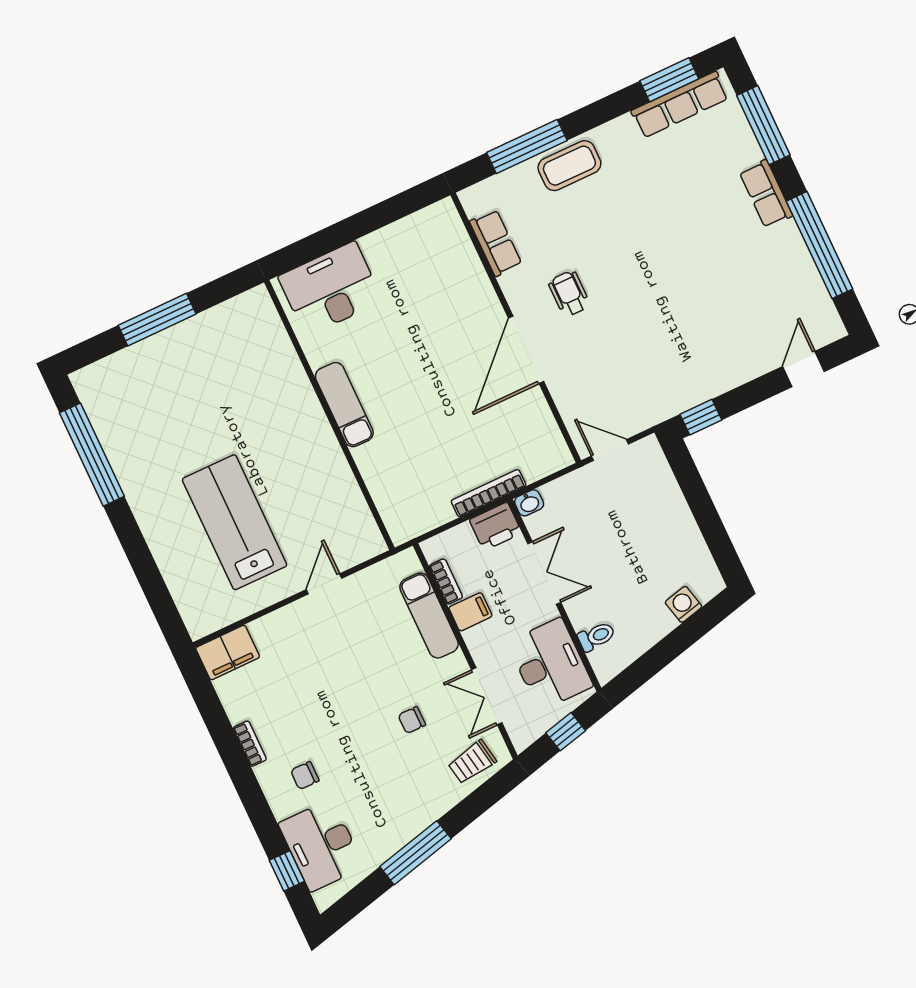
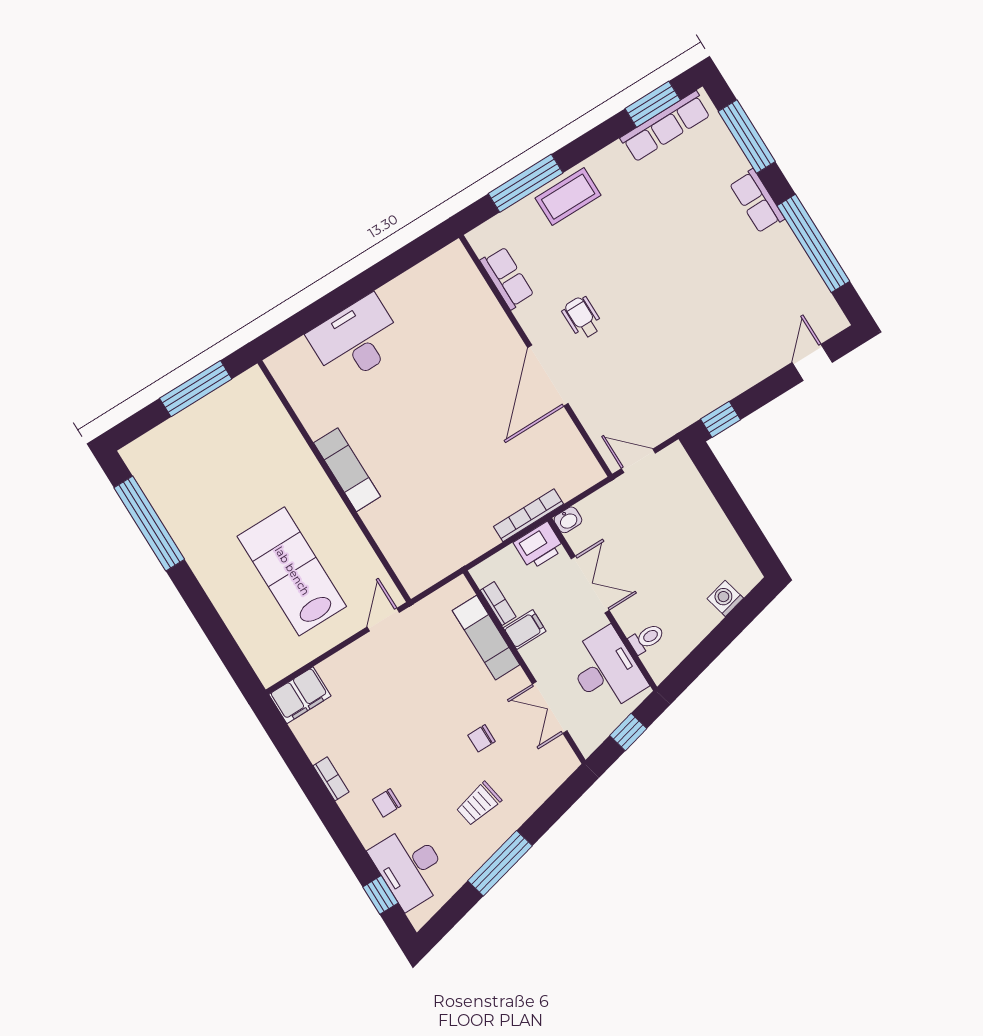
exam couch: (344, 405) -> (347, 470), moved
wall: (329, 415) -> (334, 481), moved
trolley: (472, 762) -> (479, 804), moved

